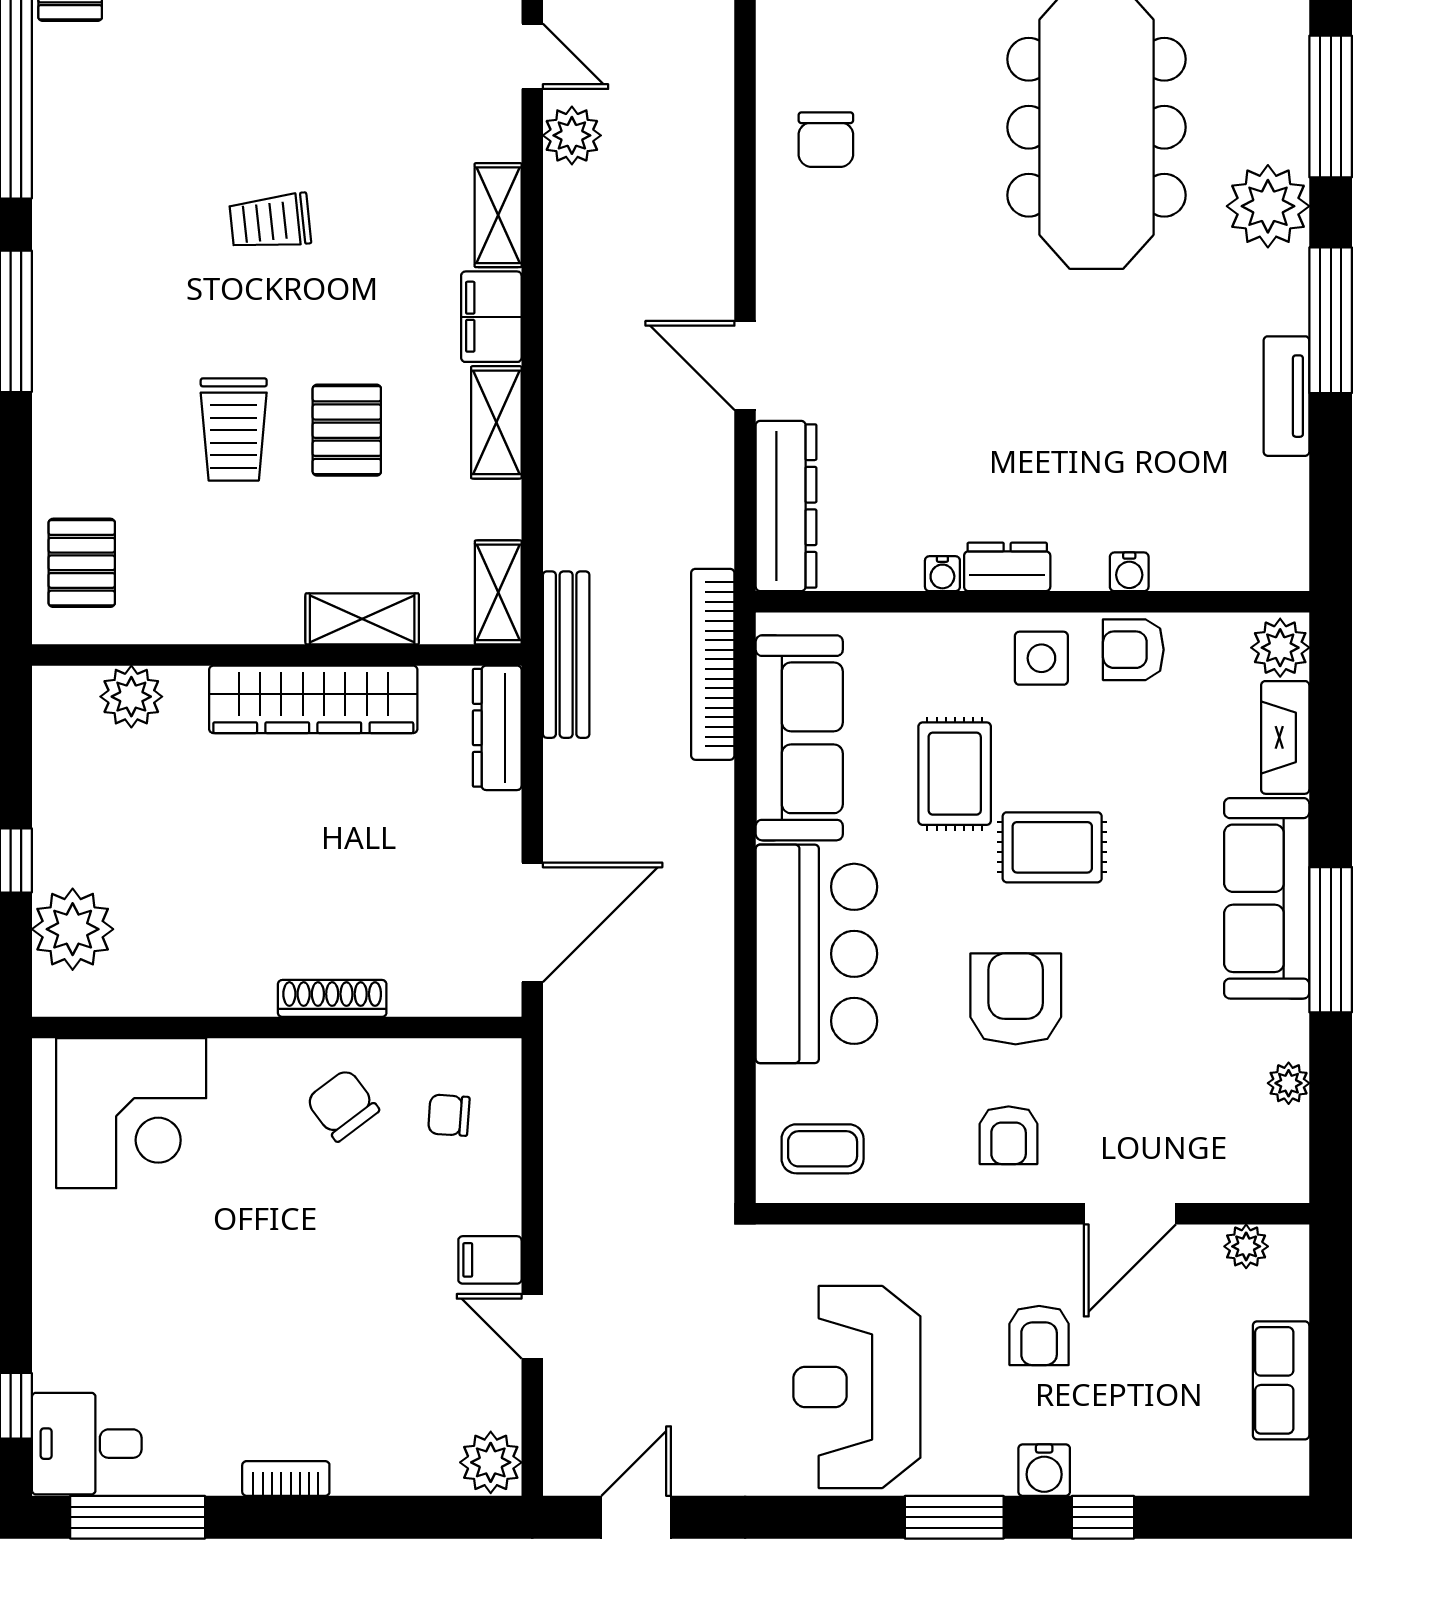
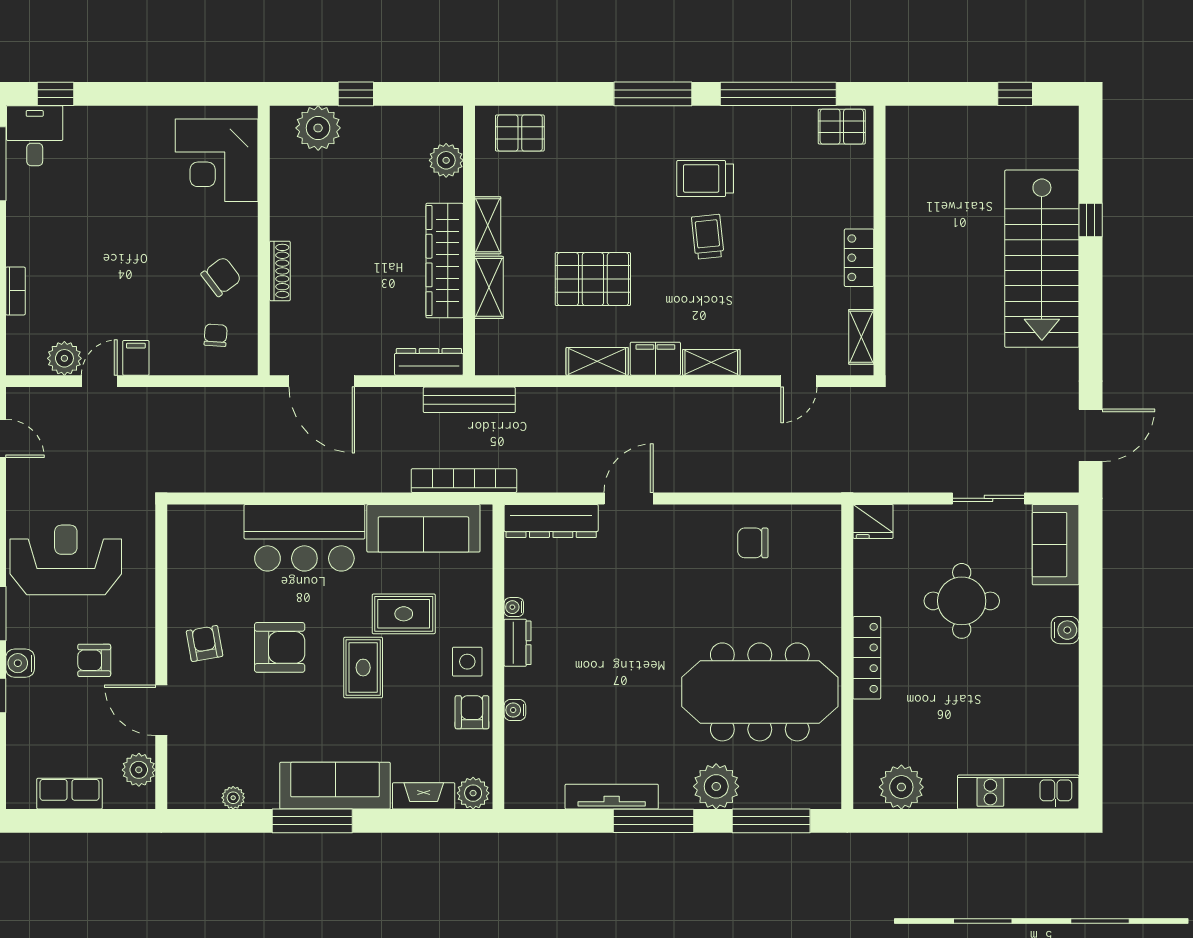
plant: (572, 135) -> (755, 403), removed
tv unit: (1286, 396) -> (612, 797), width x1.41
trolley: (234, 429) -> (705, 178), moved
pallet: (347, 430) -> (593, 279), width x1.50, depth x1.42
shelving: (498, 592) -> (488, 225), moved, turned 90
armchair: (1009, 1135) -> (205, 644), turned 80
coffee table: (823, 1149) -> (197, 541), removed
plant: (1246, 1246) -> (139, 770), width x1.38, depth x1.38
plant: (491, 1462) -> (64, 358), moved
bookcase: (286, 1478) -> (15, 291), moved

